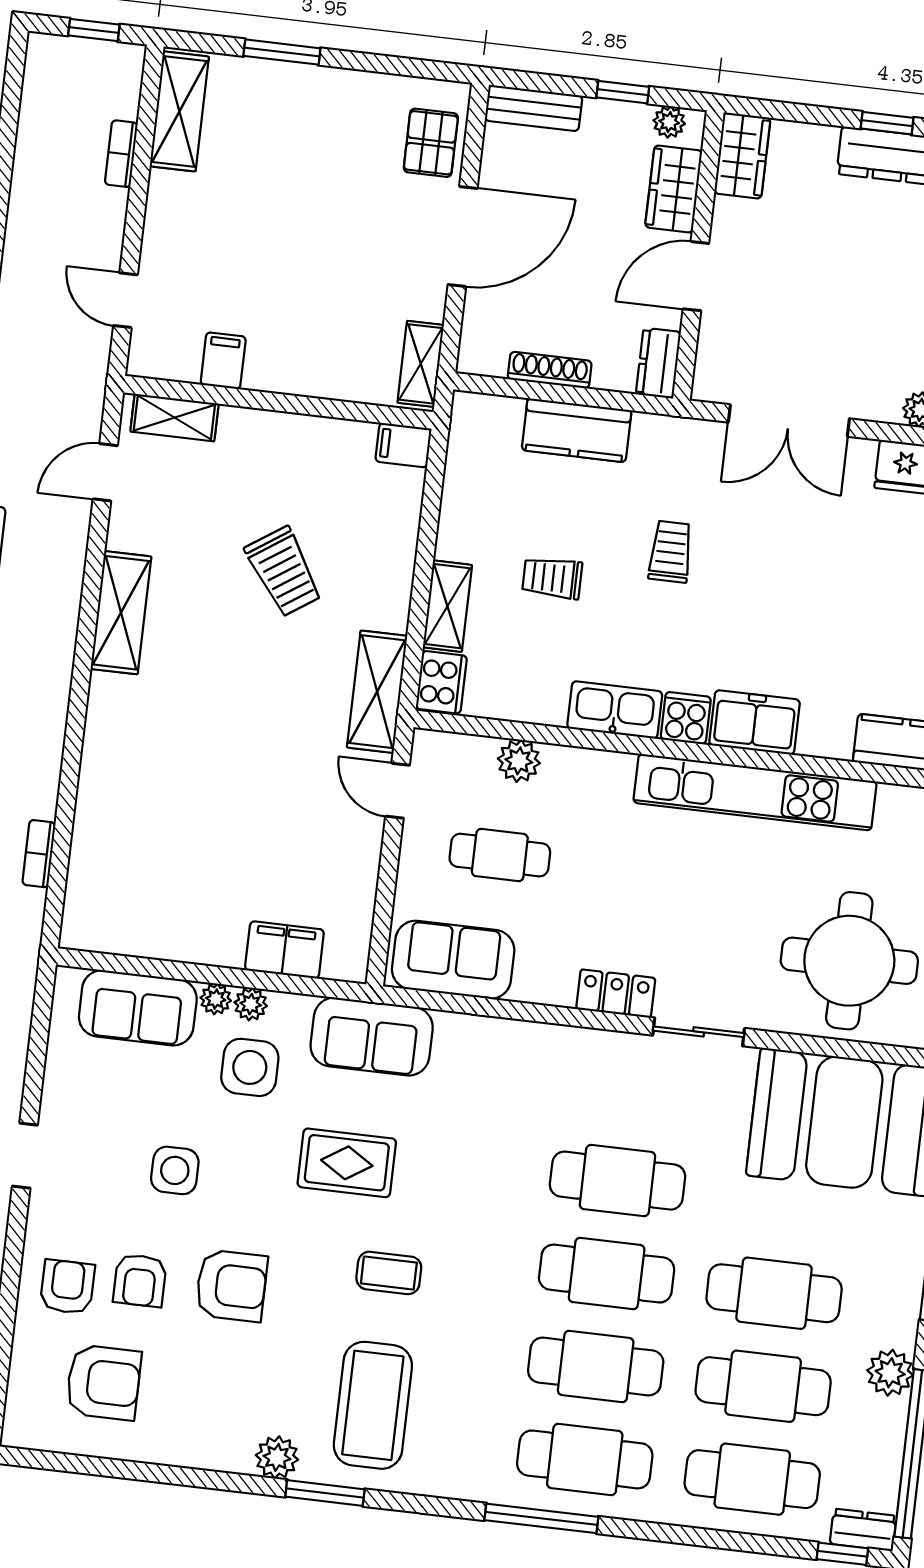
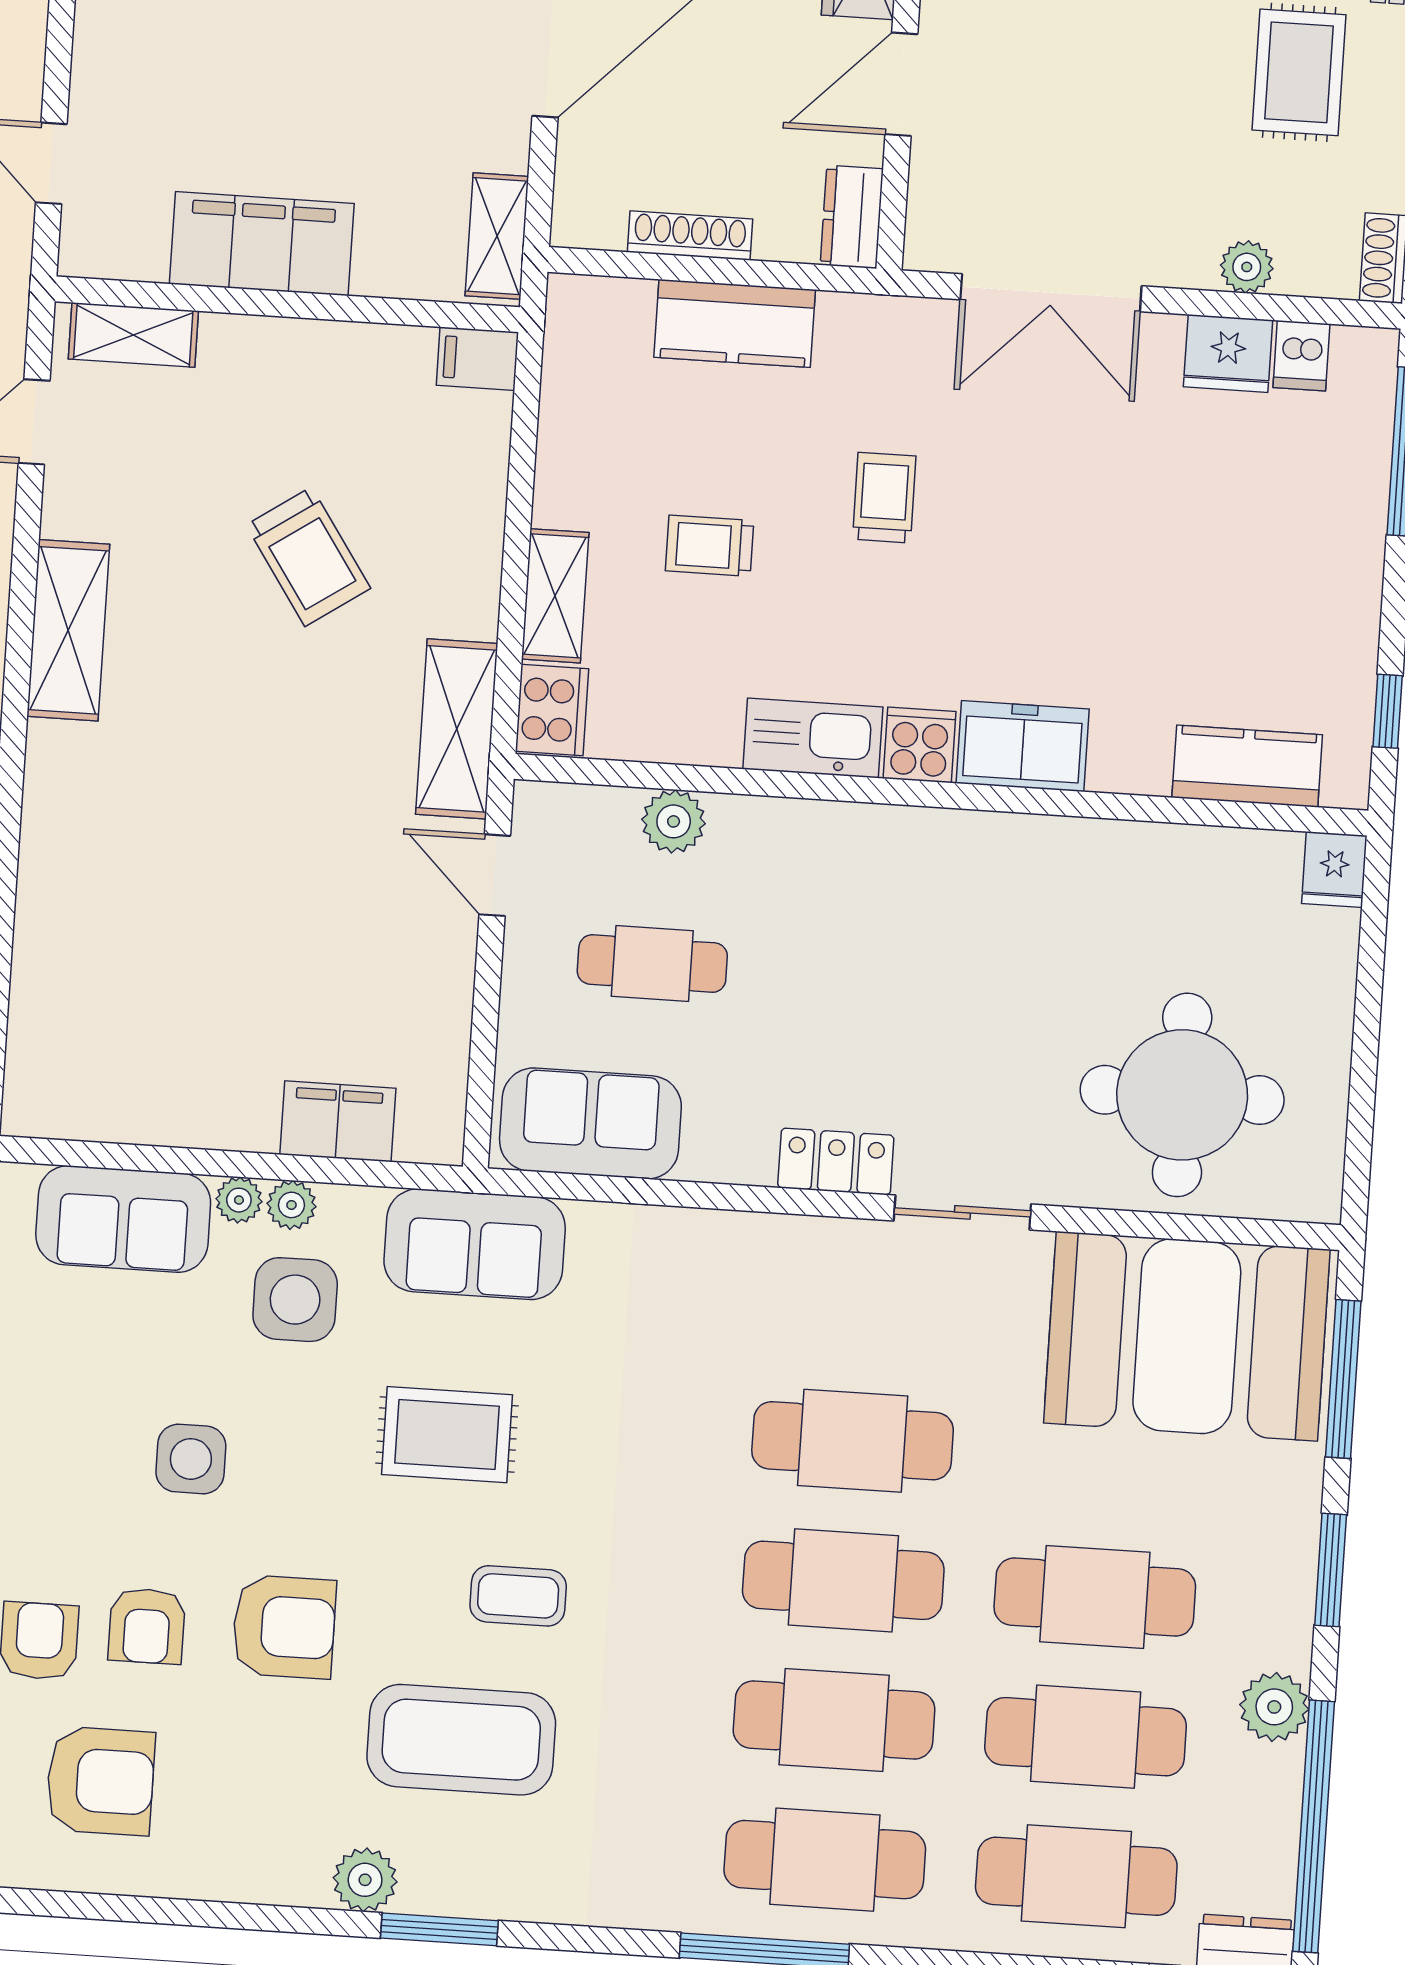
filing cabinet: (223, 361) -> (262, 244), width x3.00, depth x1.17
kitchen unit: (755, 792) -> (1029, 850), removed
coffee table: (373, 1405) -> (461, 1740), moved, turned 90

